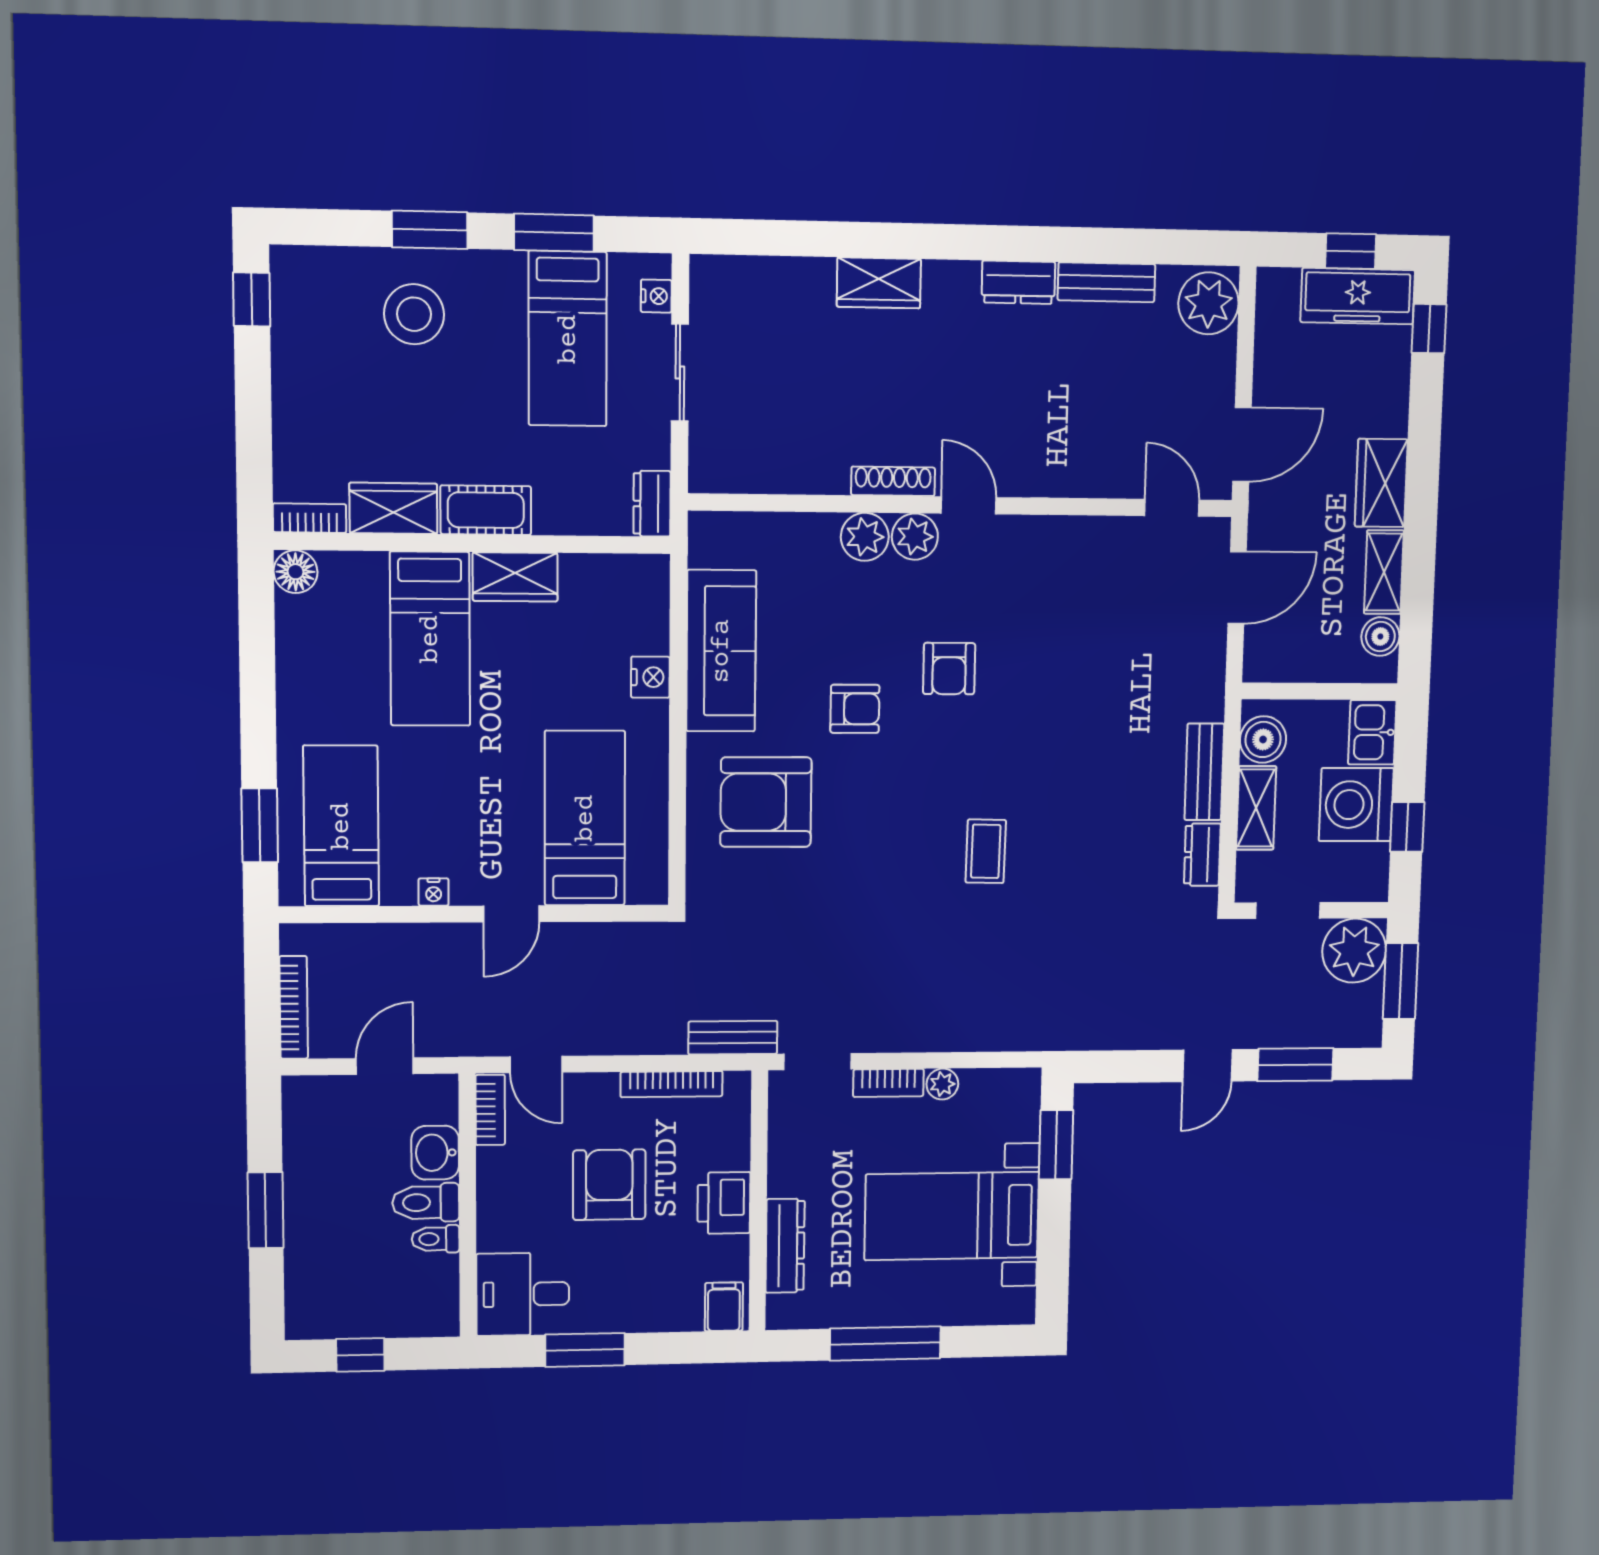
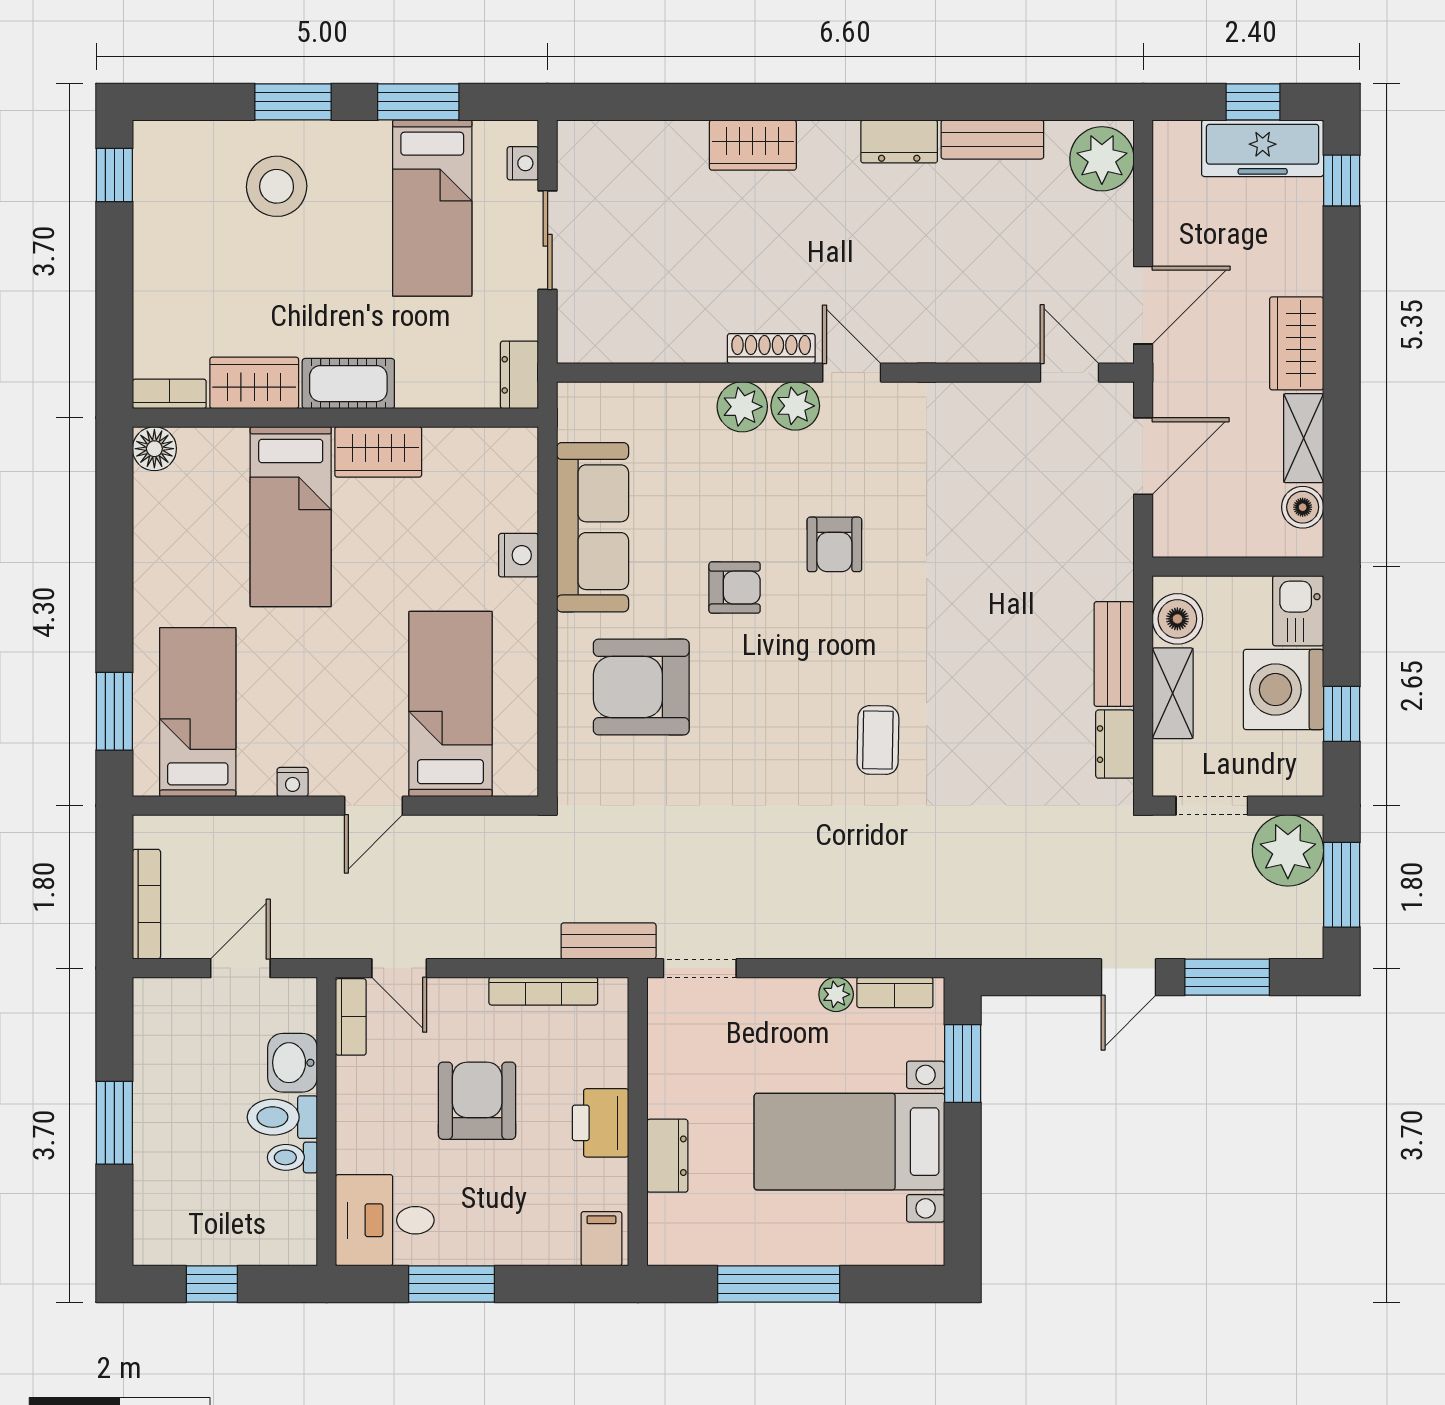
bookcase: (888, 1083) -> (895, 992), moved
dresser: (785, 1246) -> (667, 1156), width x0.70

